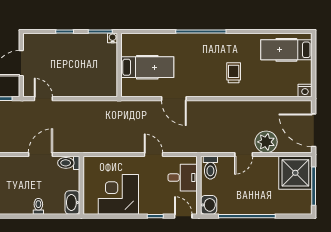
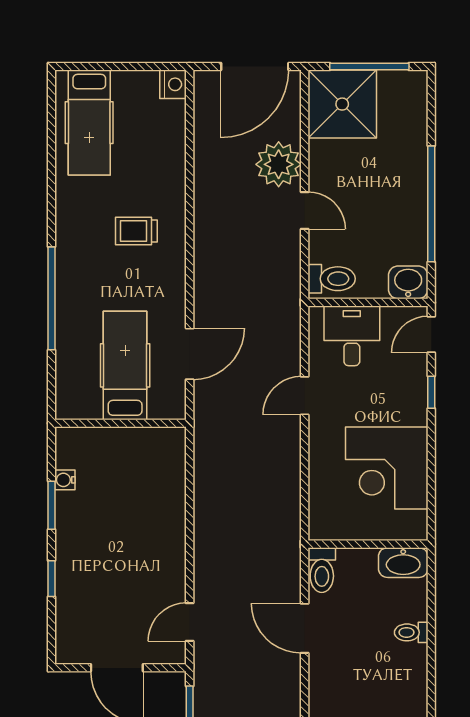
wall: (119, 65) -> (121, 423), moved
hospital bed: (147, 67) -> (125, 365), moved

